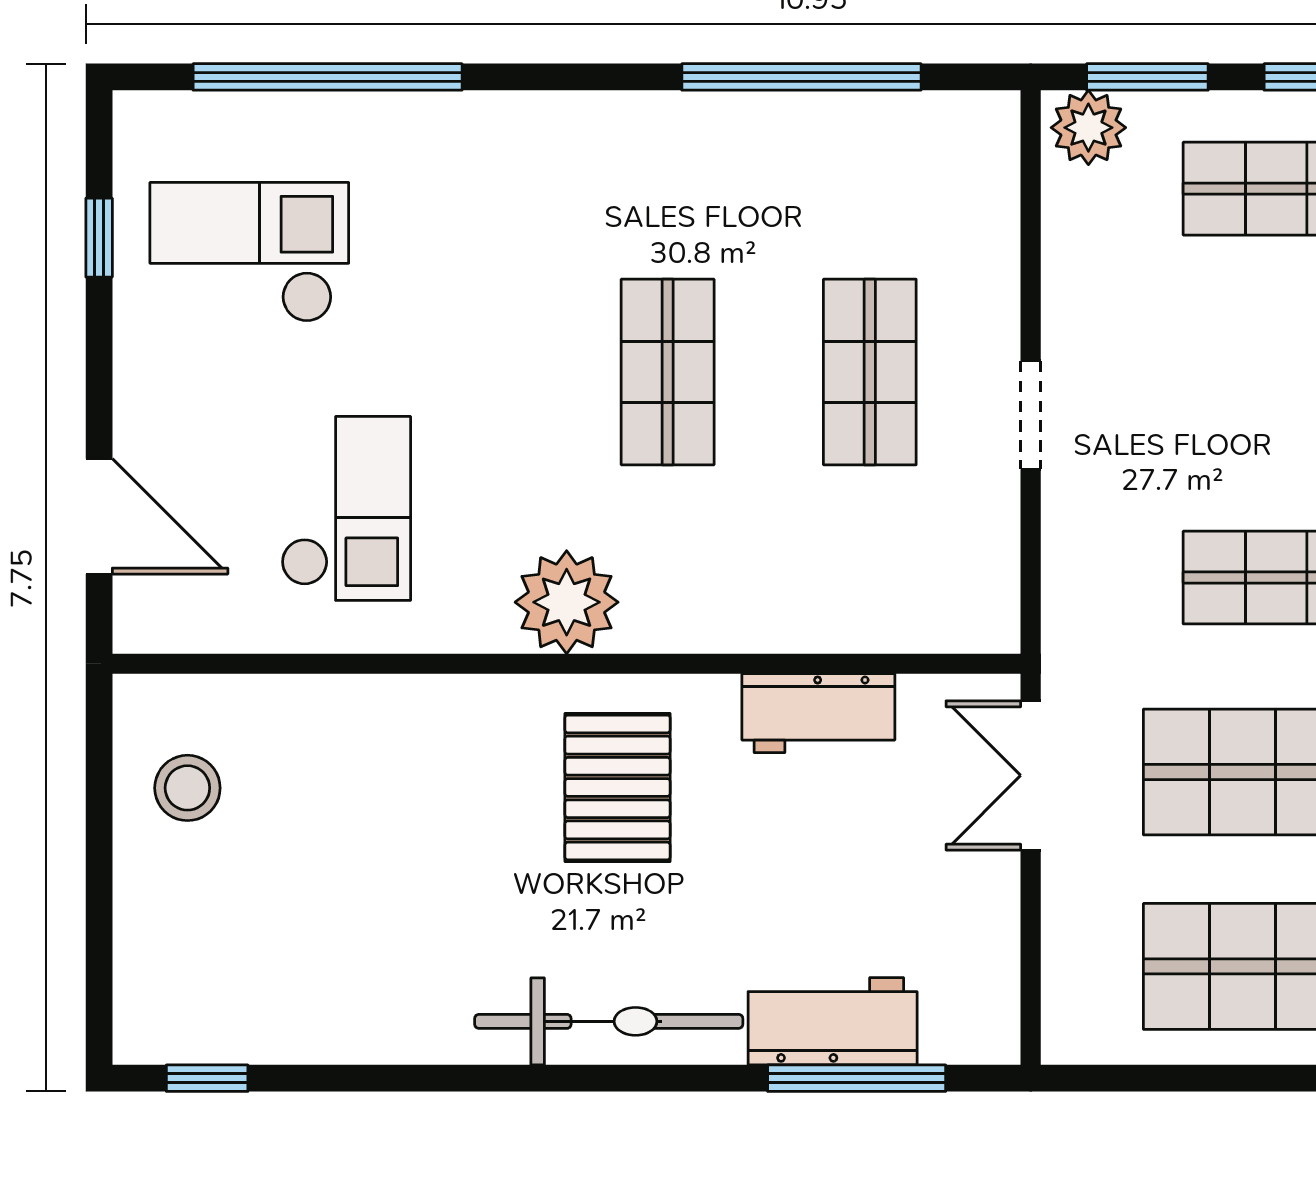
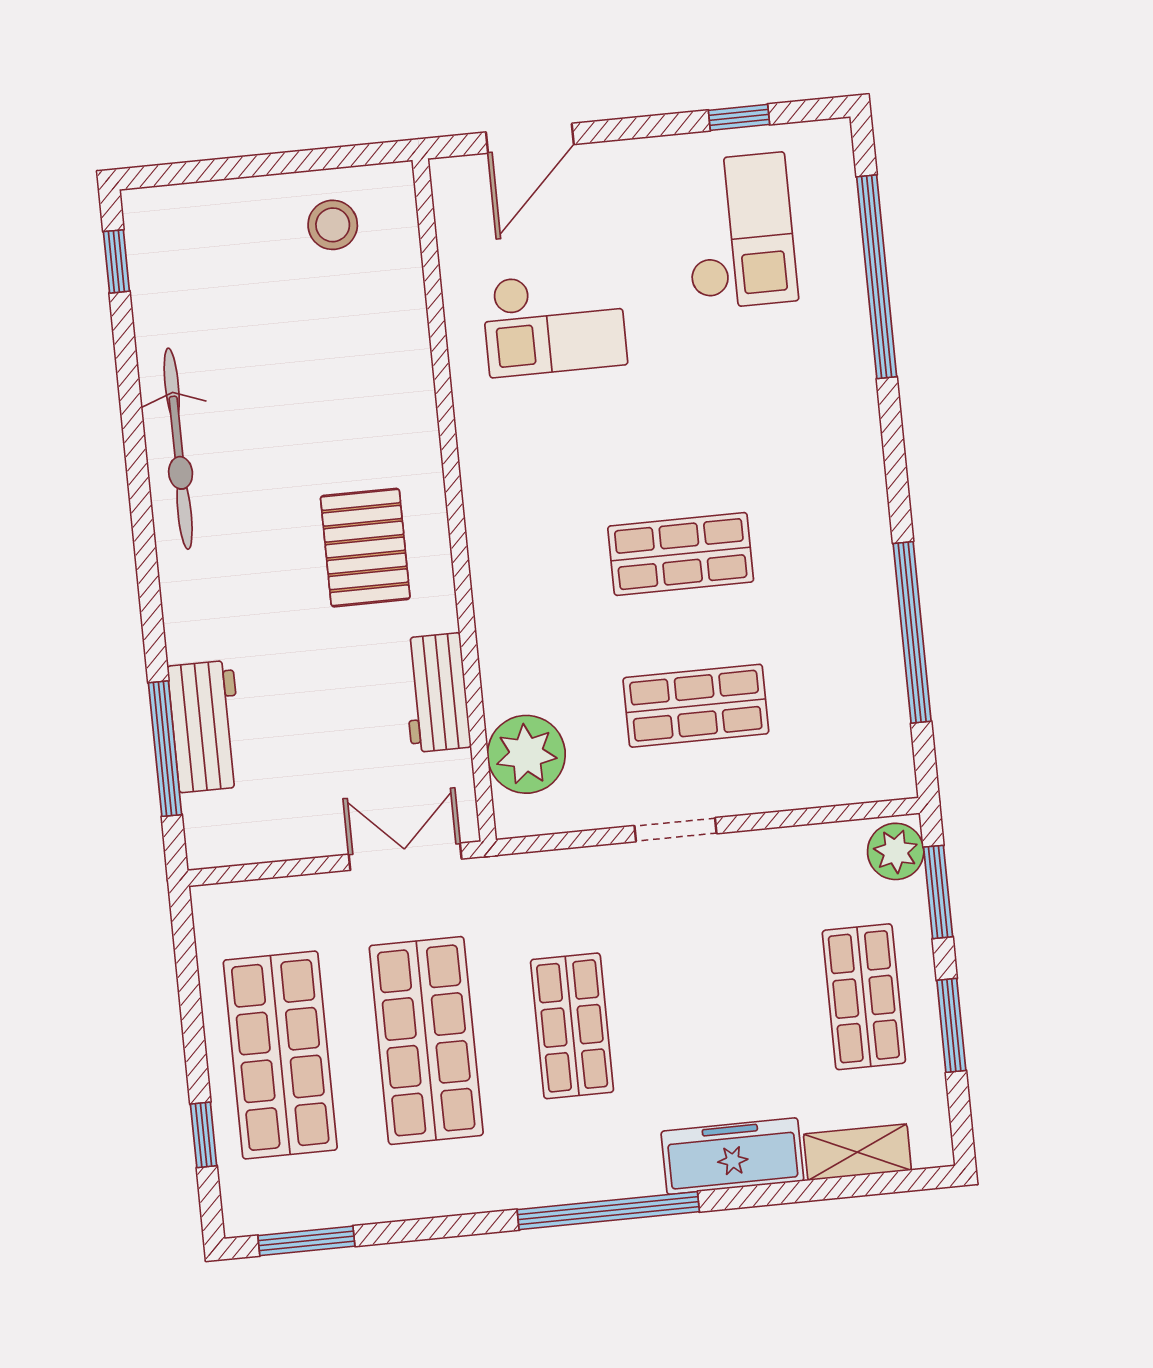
plant: (567, 602) -> (526, 754), moved
pallet: (618, 787) -> (365, 548), turned 90
bicycle: (609, 1021) -> (178, 449), moved

